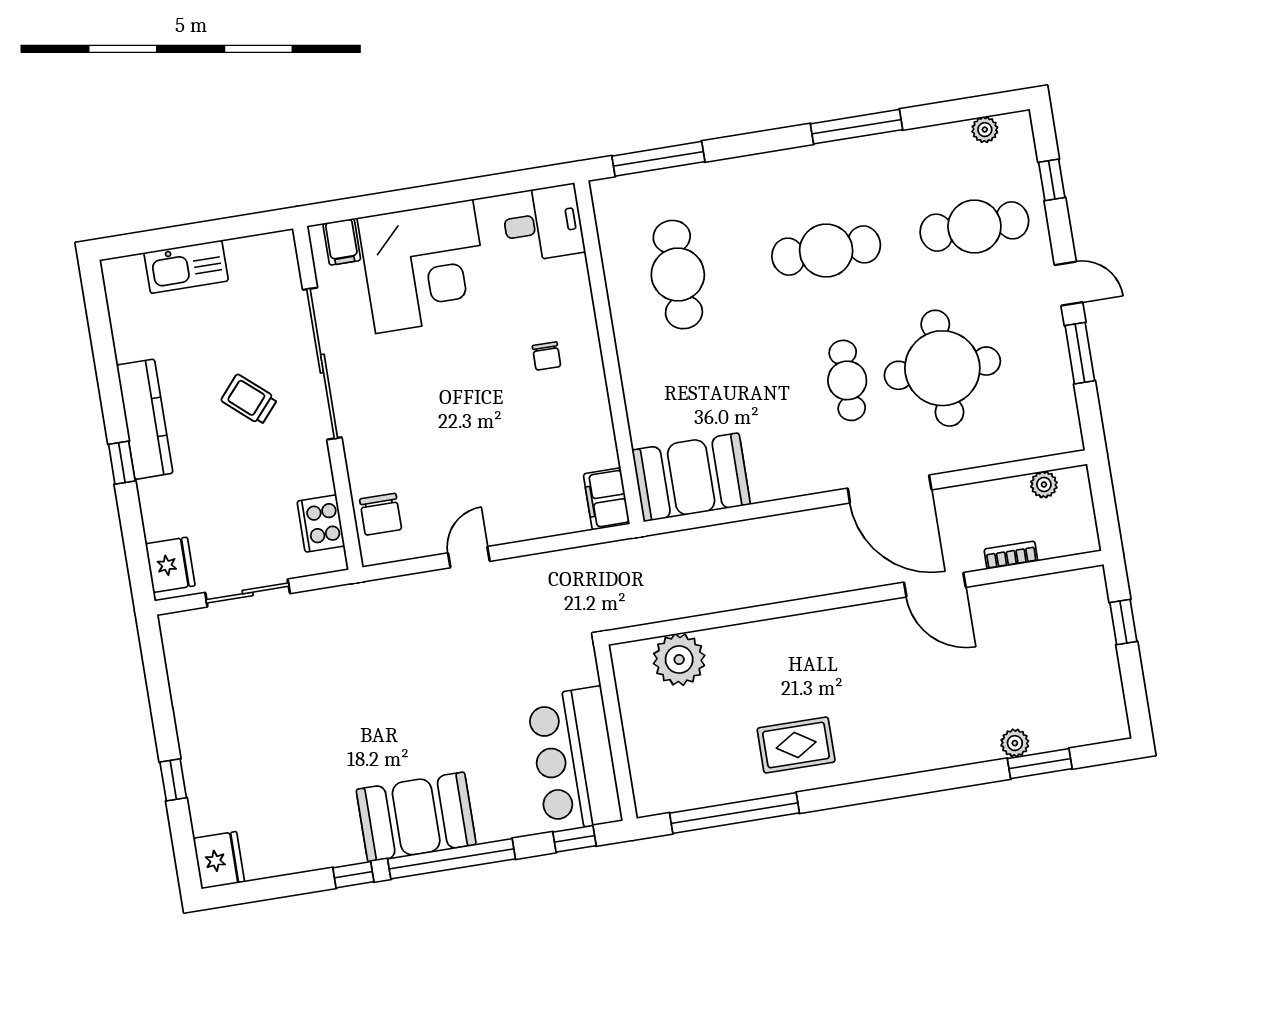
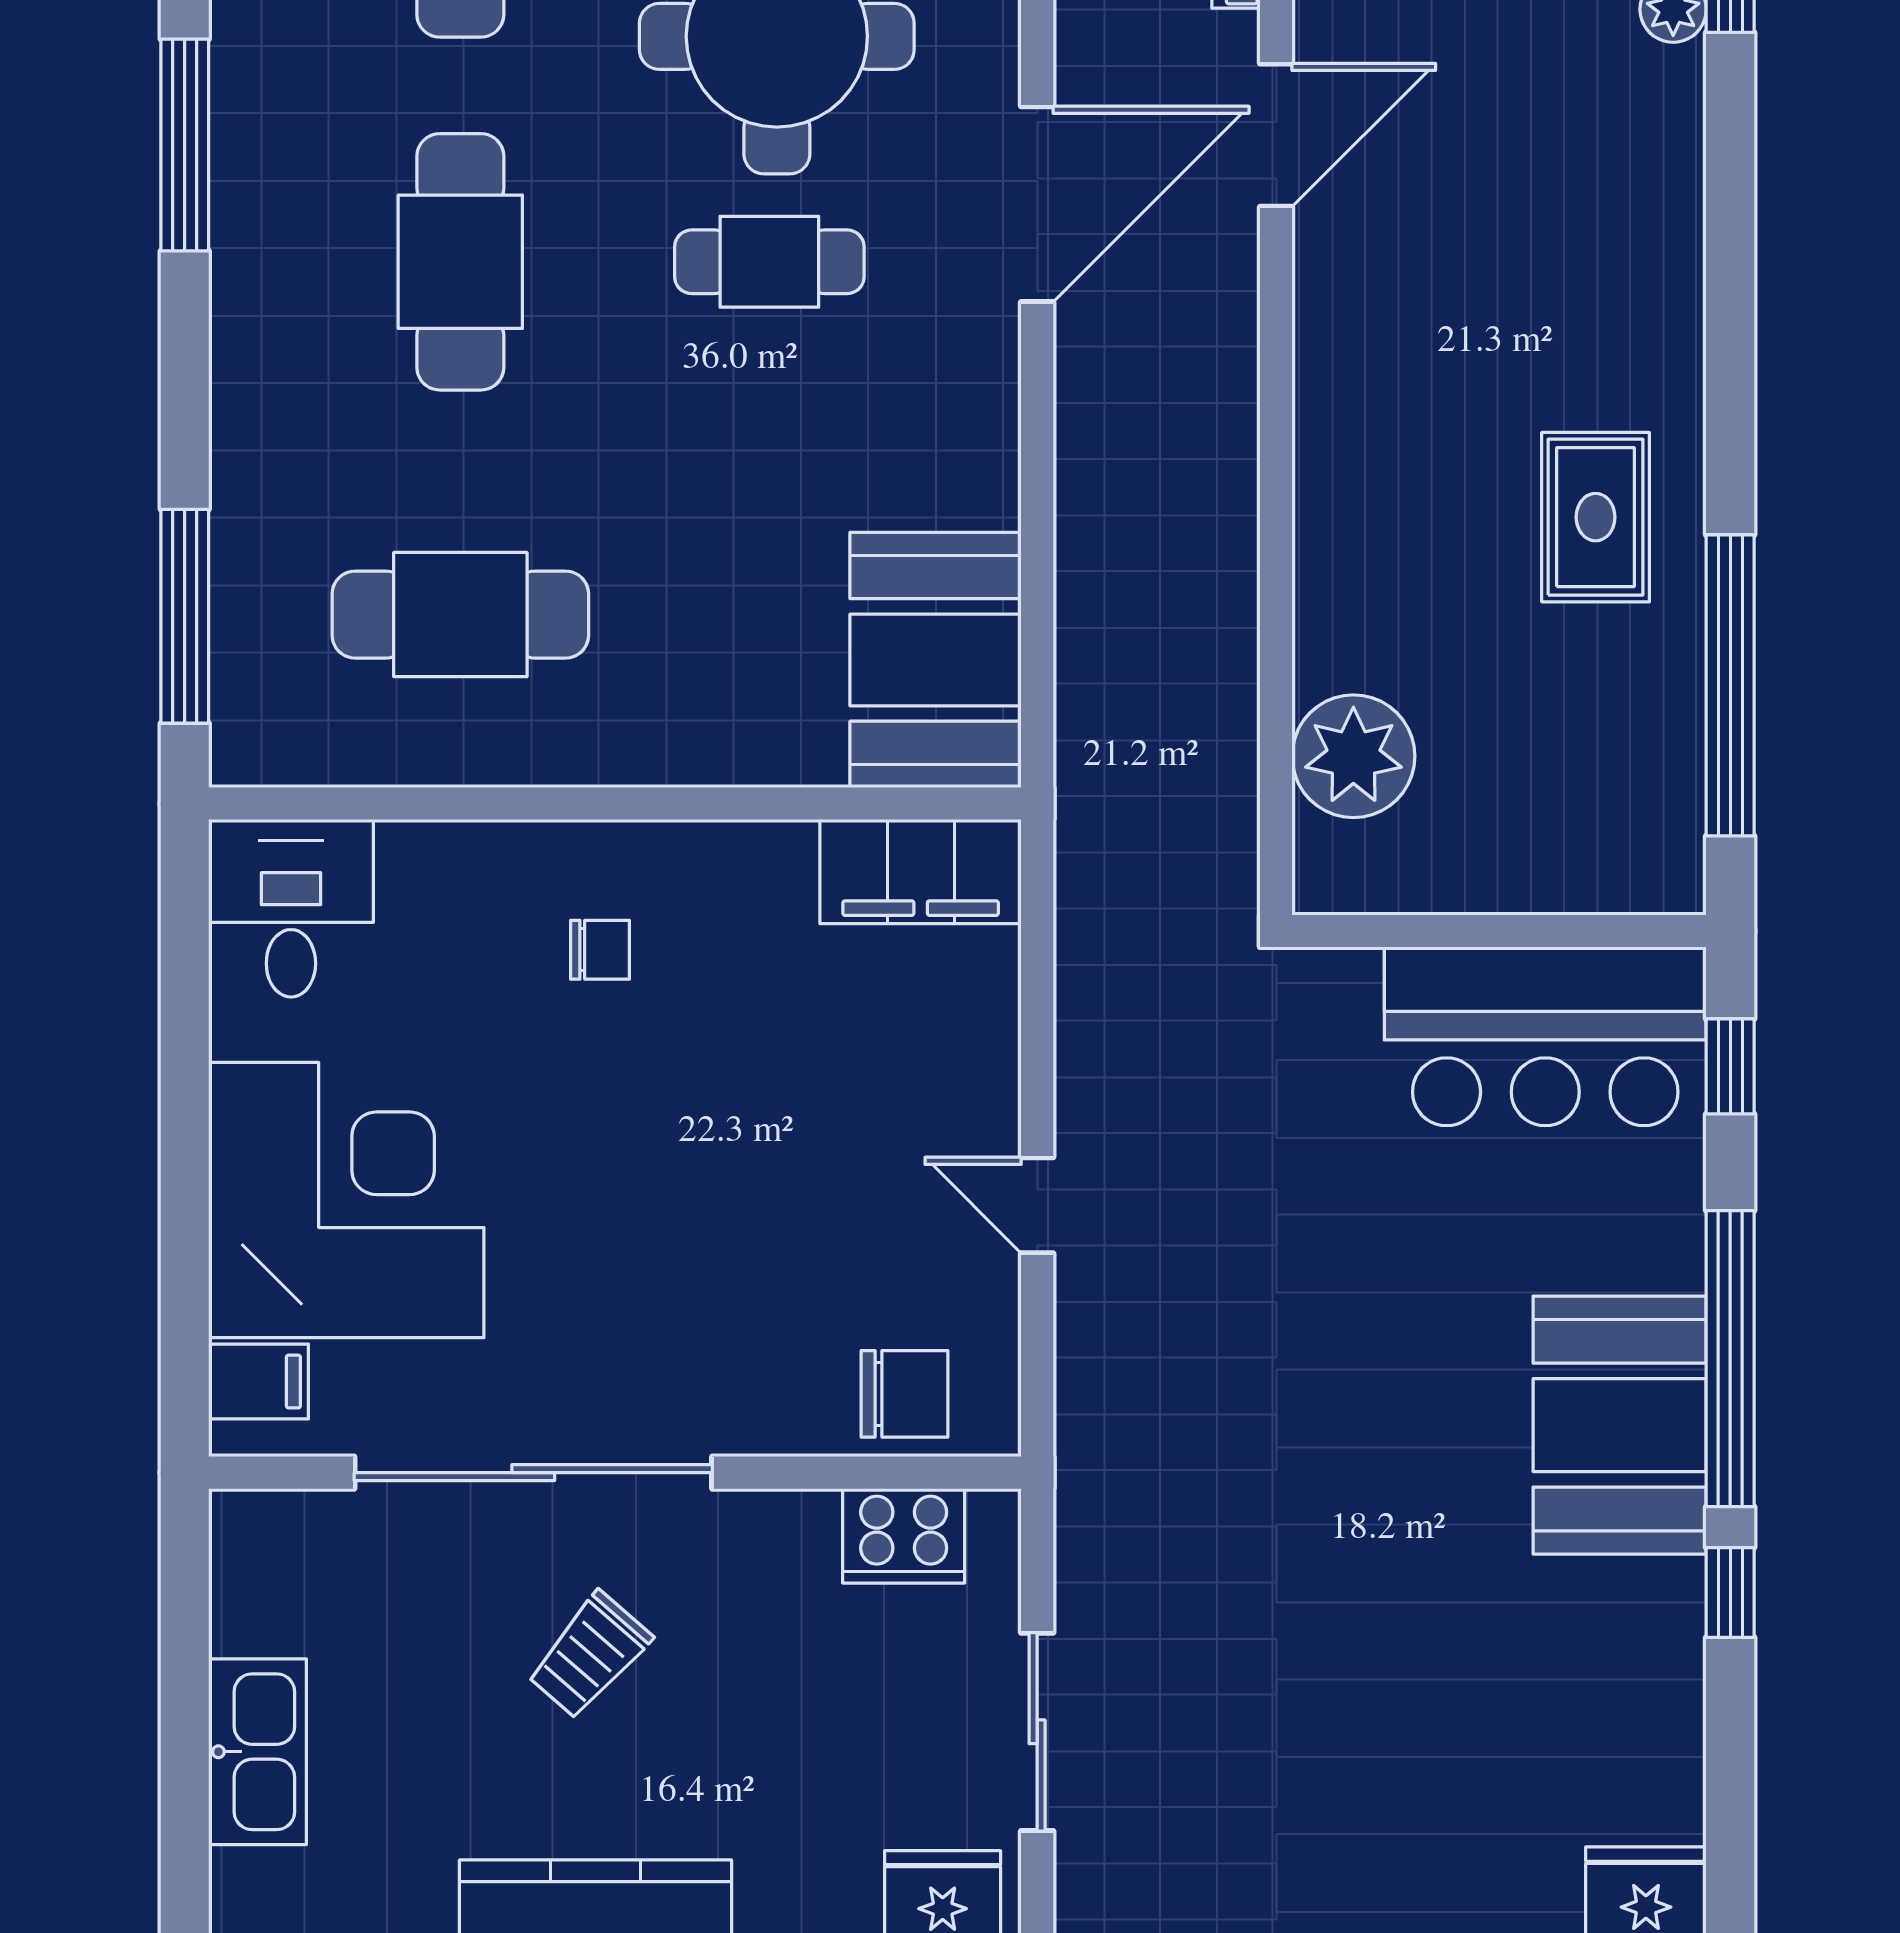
filing cabinet: (607, 499) -> (921, 872), width x1.50, depth x1.17

